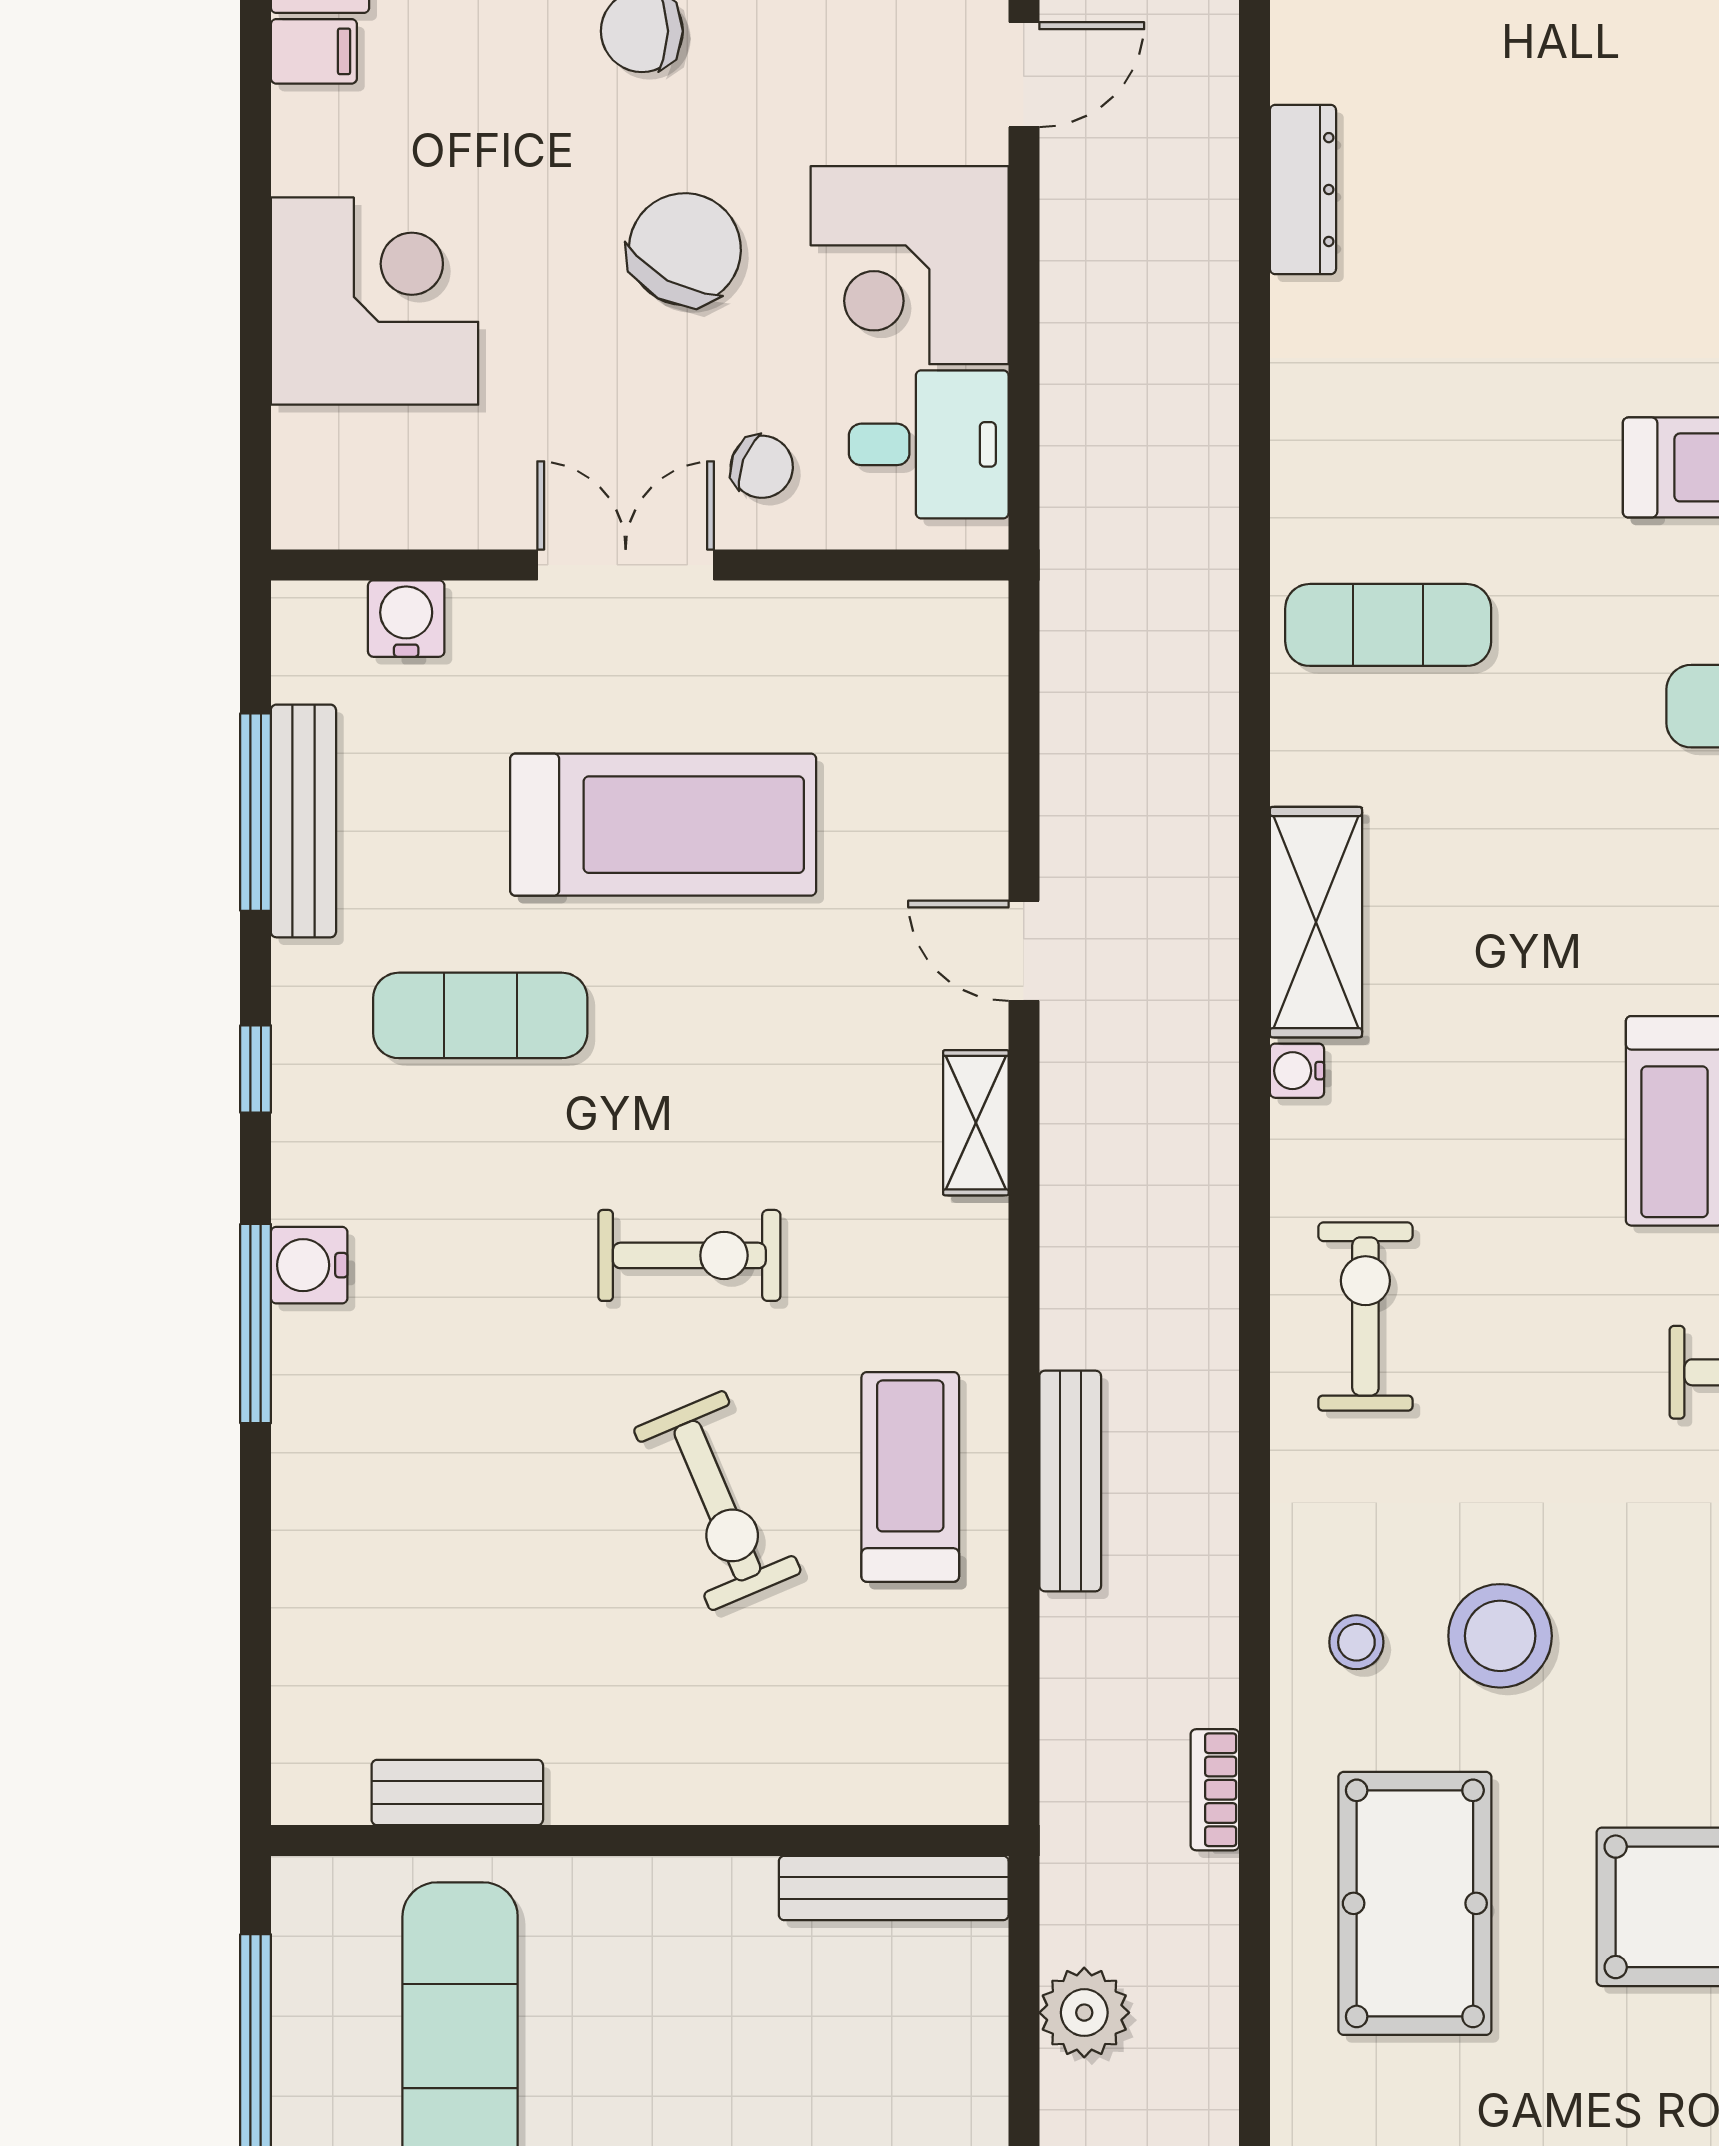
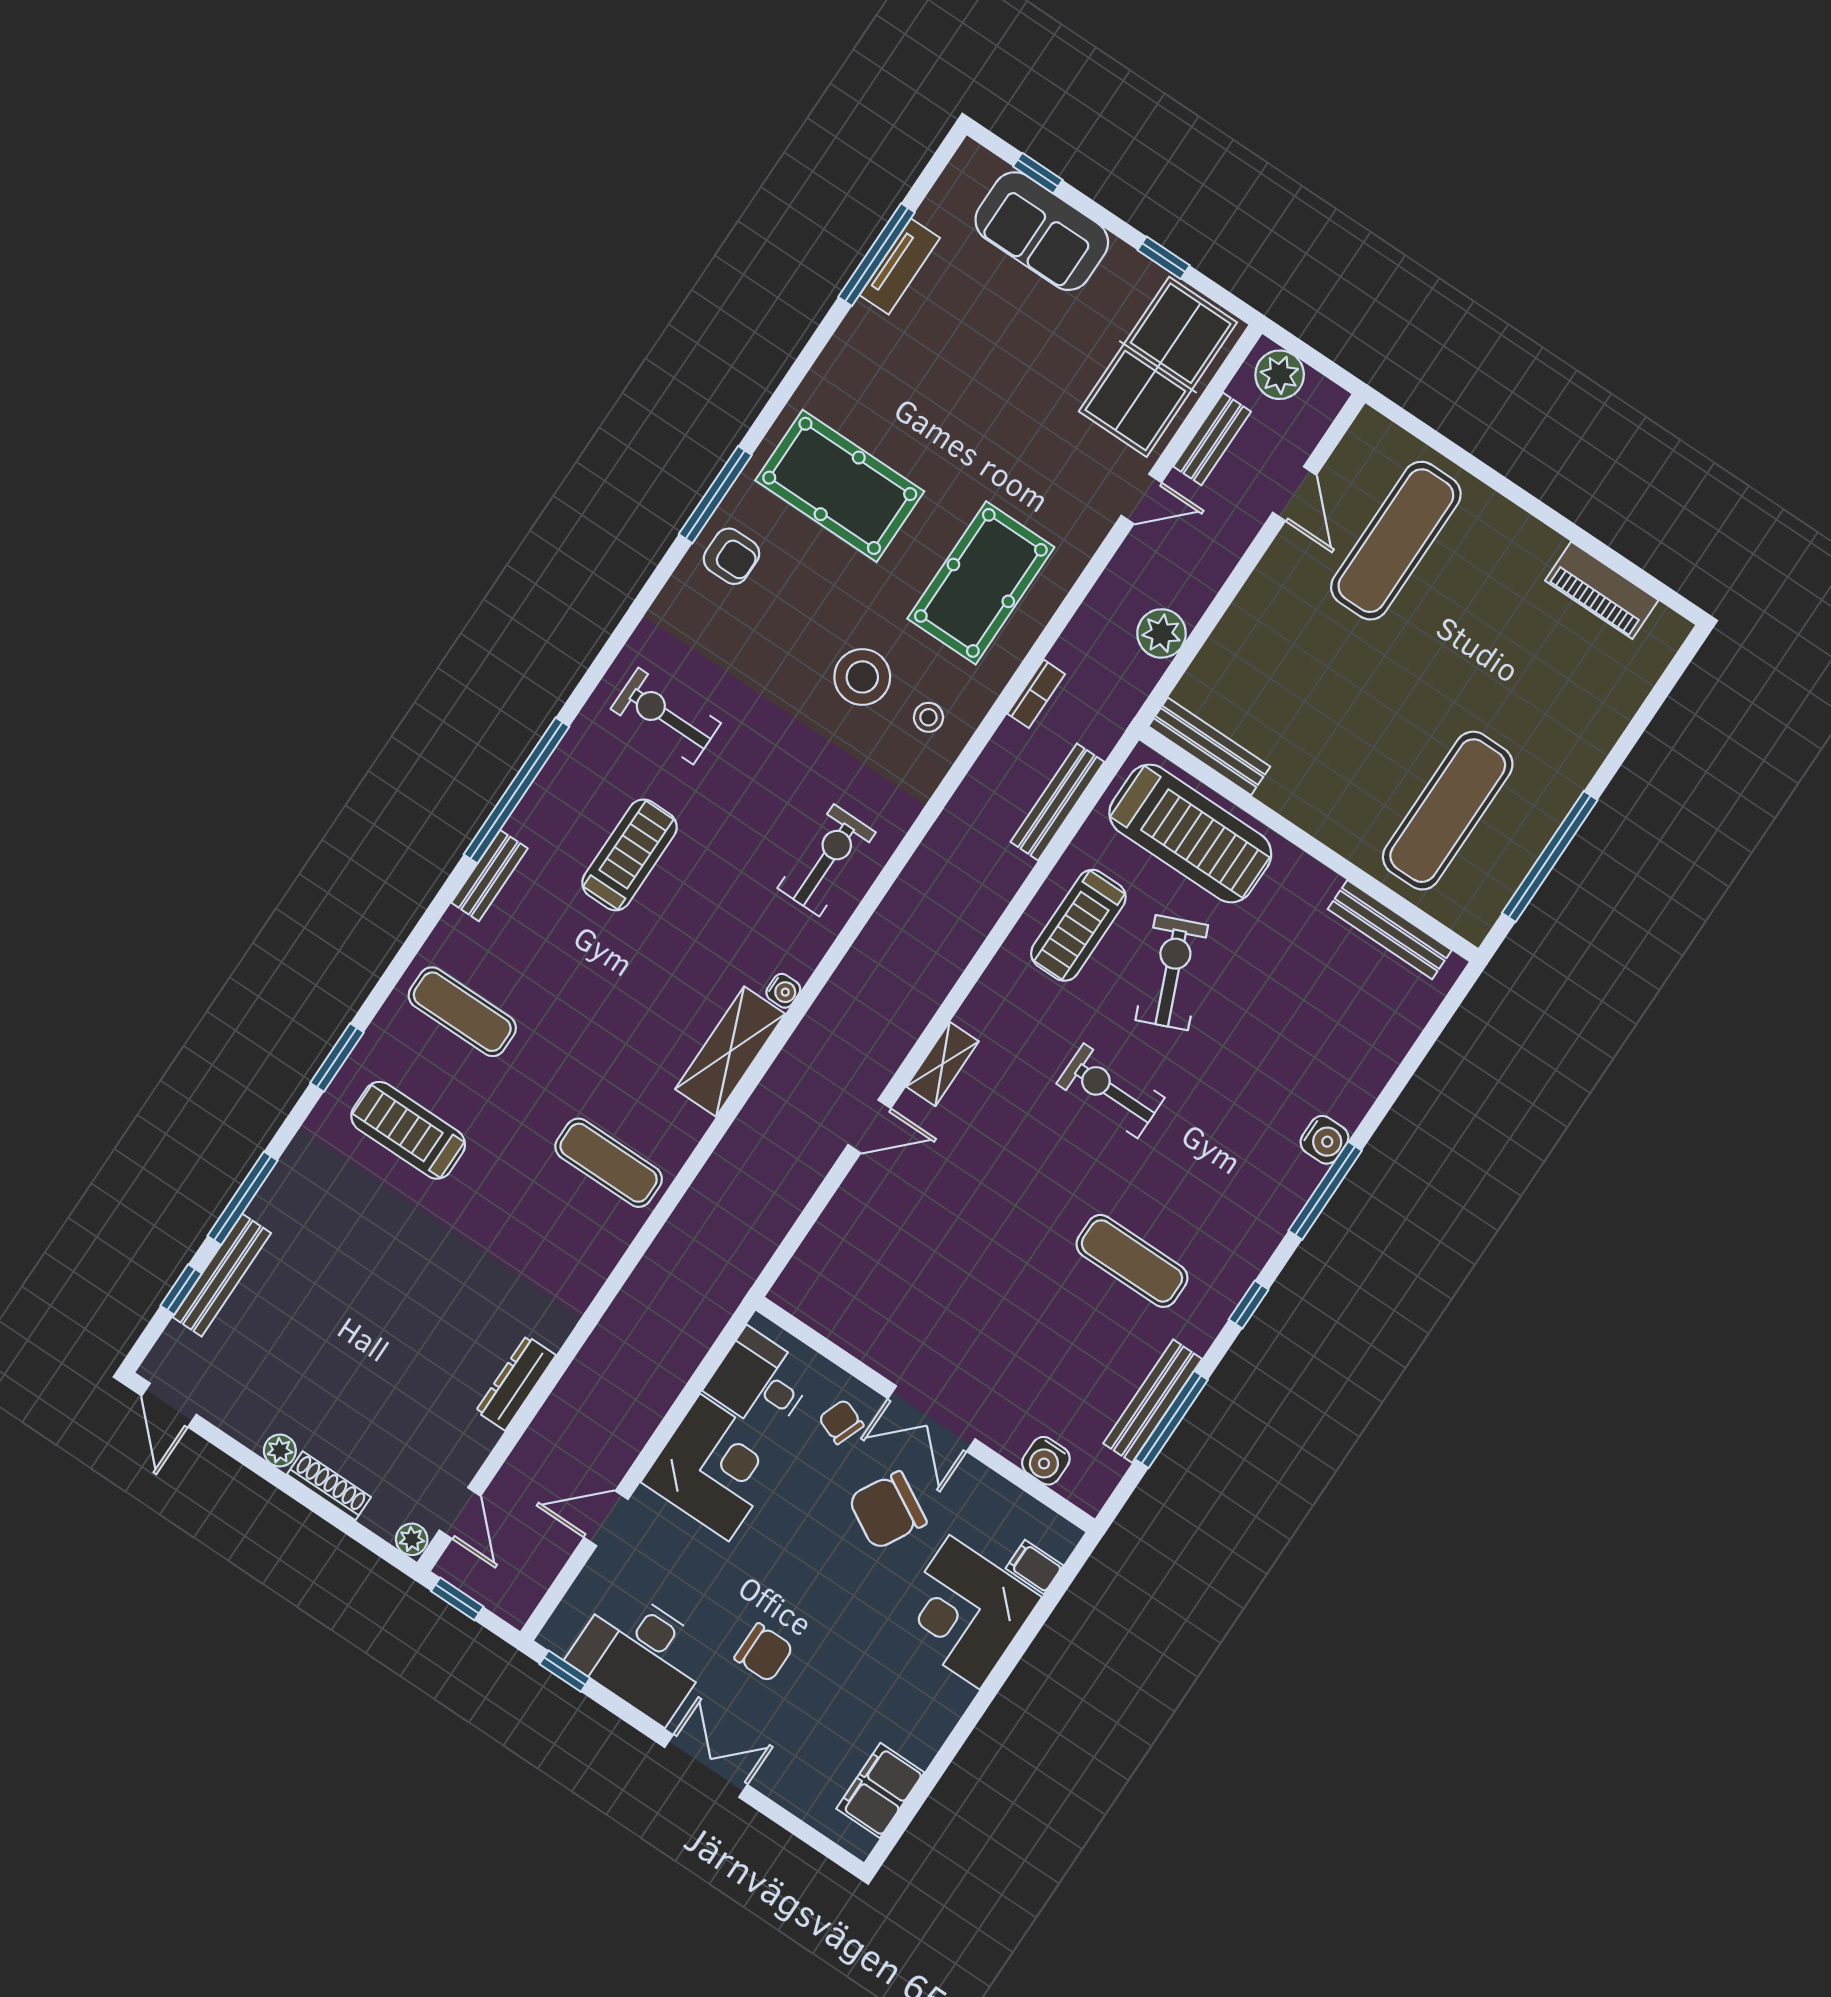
filing cabinet: (314, 51) -> (1034, 1567), moved
chair: (685, 249) -> (887, 1510), moved
treadmill: (663, 825) -> (1190, 833), moved, turned 180
door: (1024, 951) -> (869, 1127), hinge flipped
water cooler: (309, 1265) -> (1324, 1140), moved
exercise bike: (1365, 1316) -> (827, 860), turned 180
bench: (1070, 1481) -> (1057, 802), moved
bench: (457, 1792) -> (1390, 930), width x1.36

